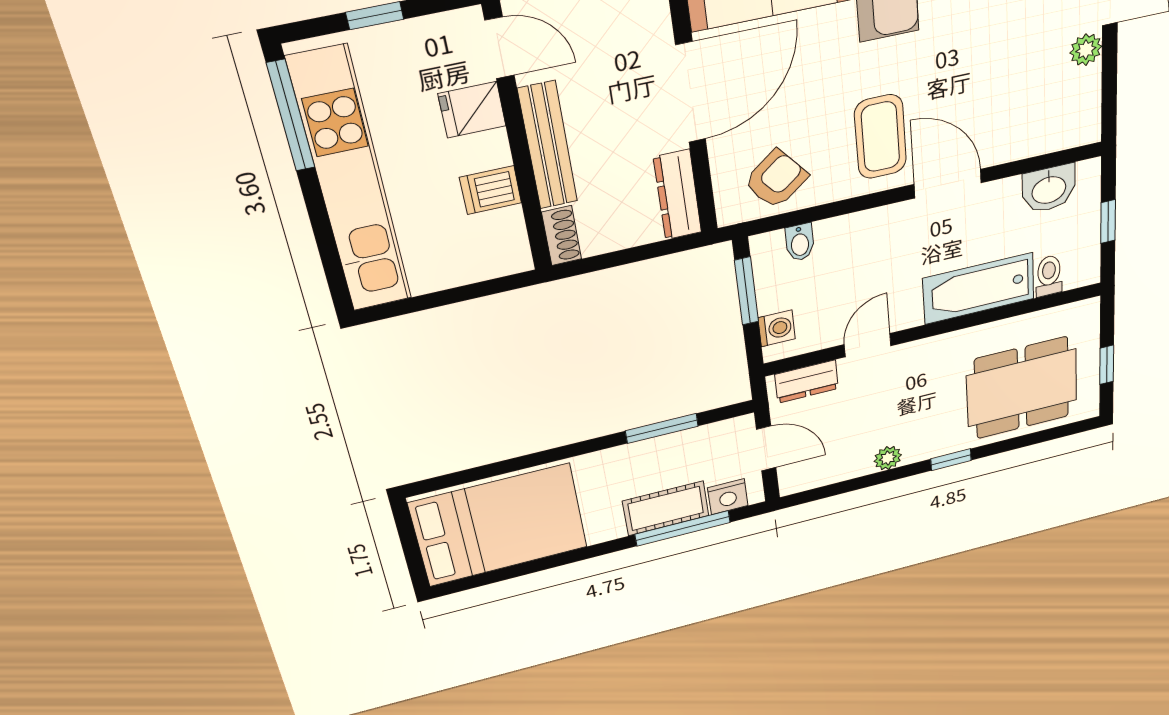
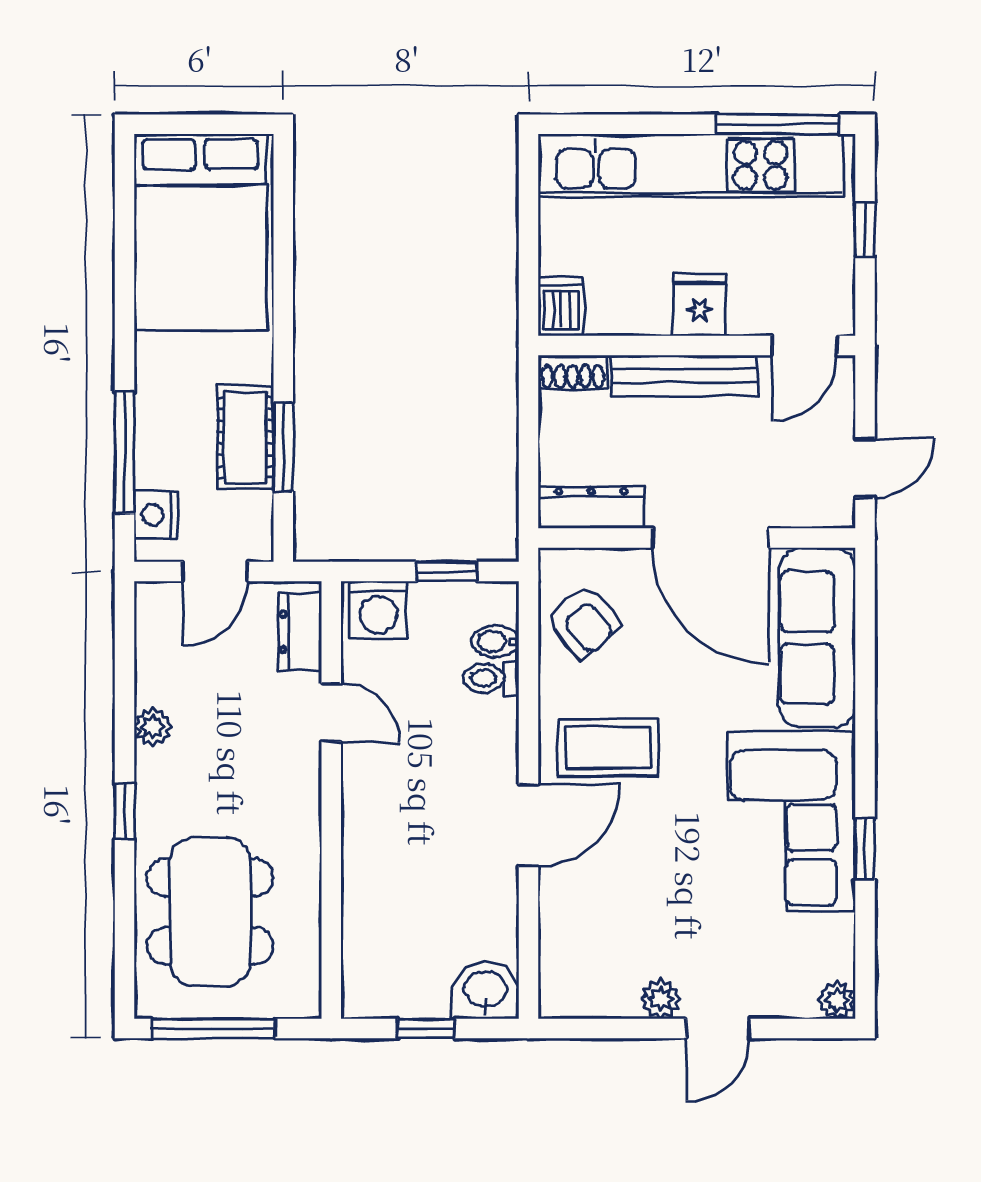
fridge: (472, 110) -> (700, 305), moved
washbasin: (1049, 189) -> (485, 991), moved, turned 90
dishwasher: (491, 190) -> (561, 306), moved
toilet: (1049, 276) -> (491, 678), moved, turned 180
bathtub: (979, 289) -> (374, 858), removed
window: (746, 291) -> (447, 572), width x0.67
washing machine: (777, 328) -> (378, 610), width x1.38, depth x1.38
window: (1107, 365) -> (213, 1028), width x2.17
cot: (666, 508) -> (245, 437), moved

